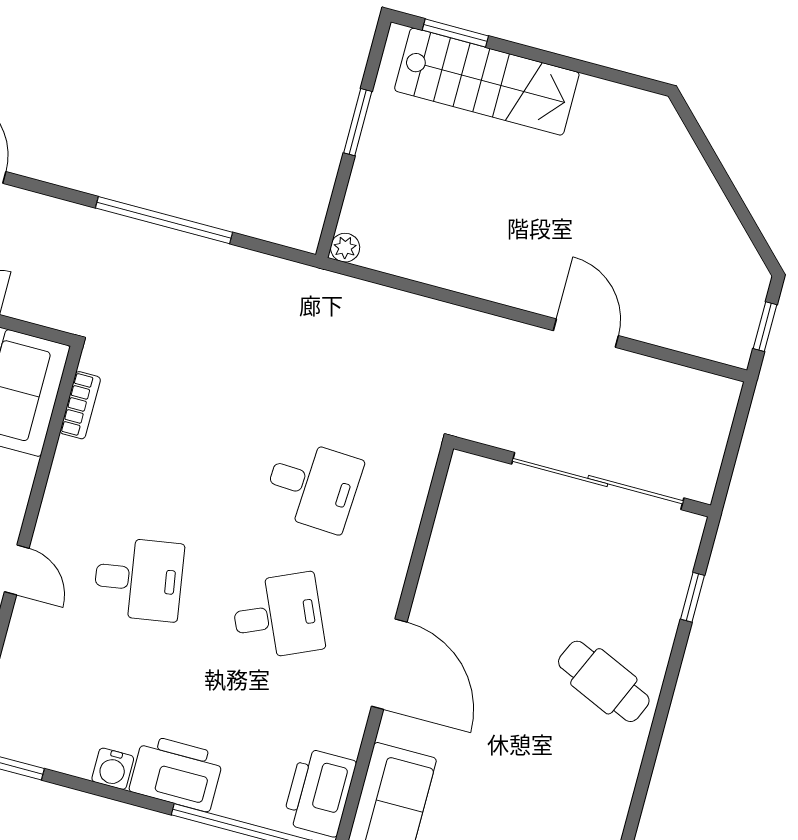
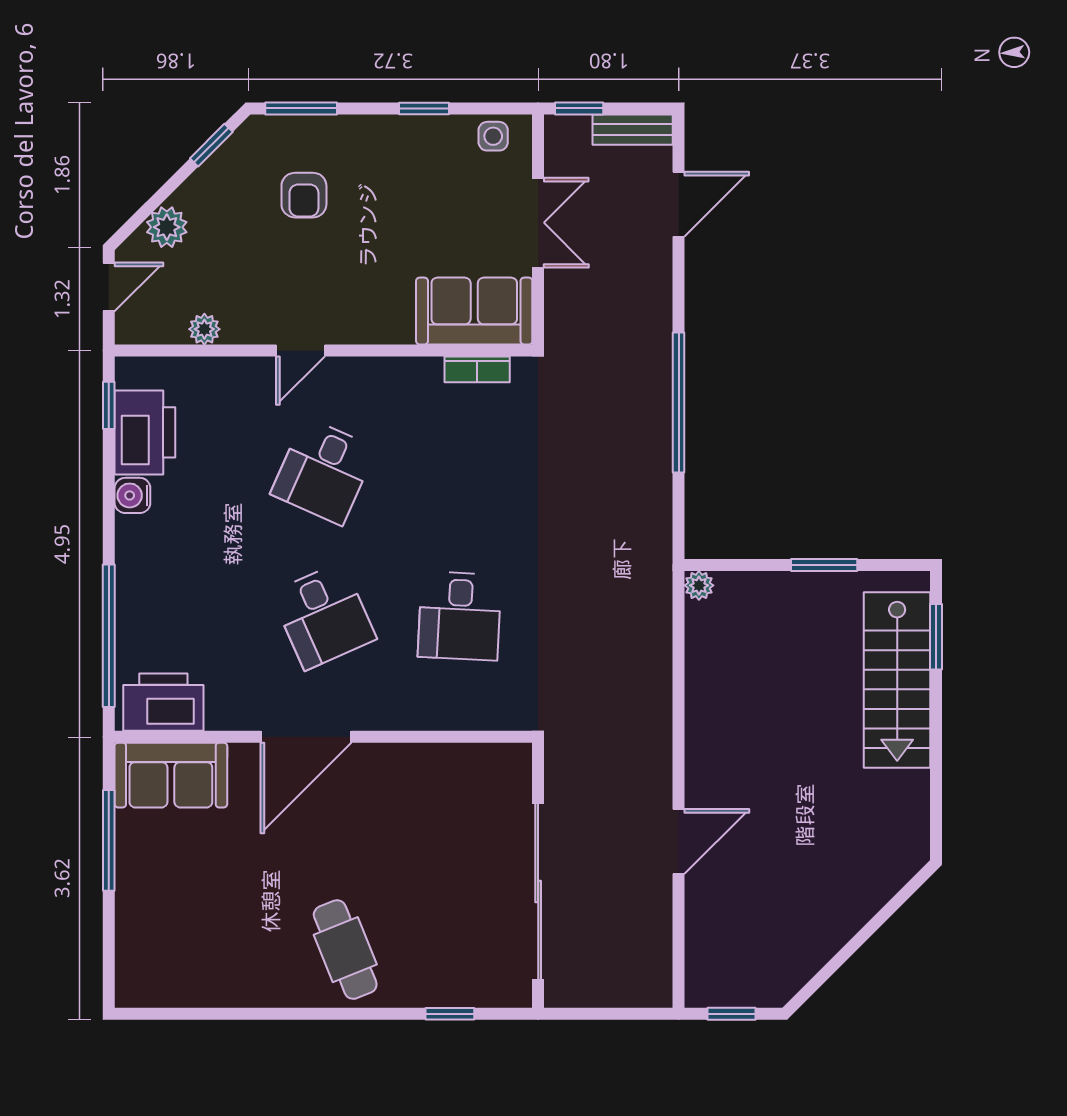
desk: (139, 579) -> (323, 471), turned 33
cafe table: (604, 681) -> (345, 950), turned -46
printer: (177, 773) -> (145, 432), moved

